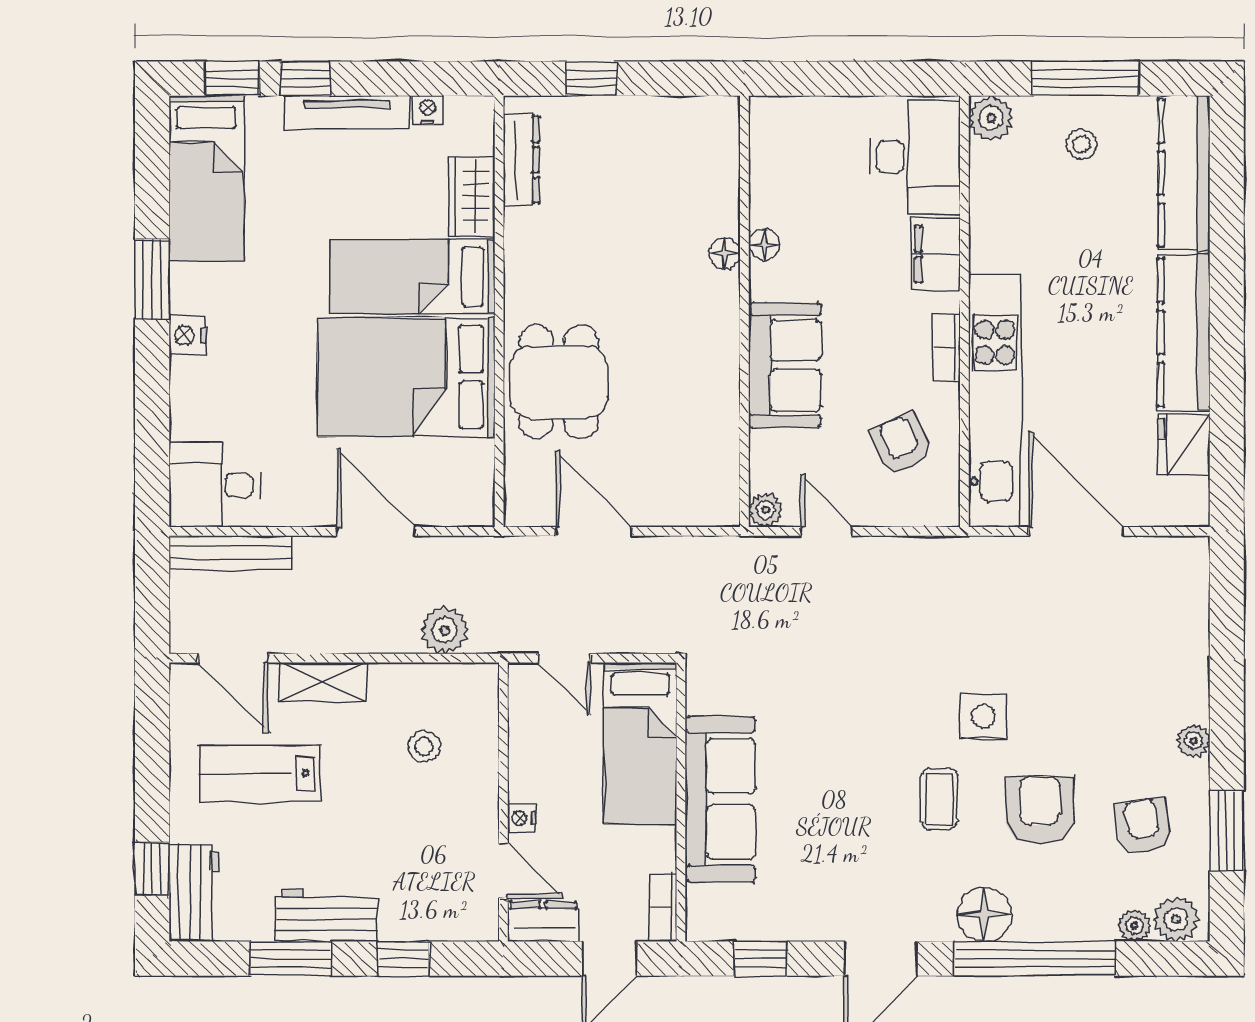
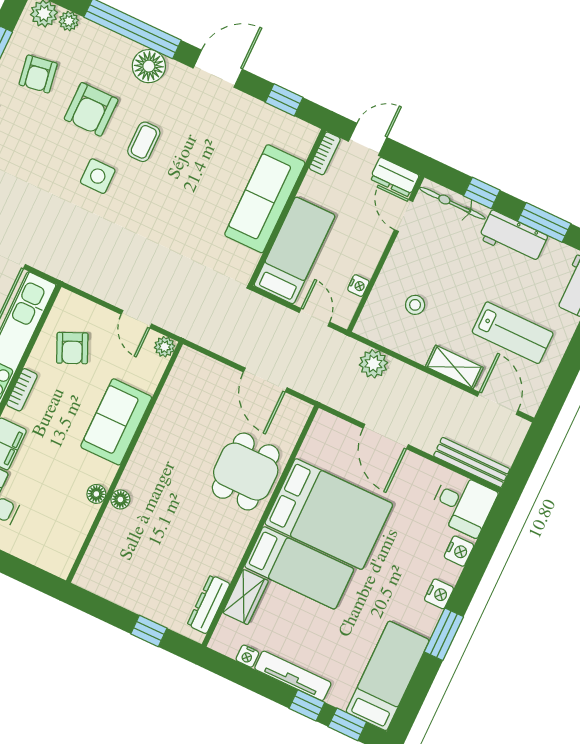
nightstand: (188, 413) -> (459, 551), added
nightstand: (521, 818) -> (358, 286), moved
bicycle: (440, 923) -> (452, 203), added

